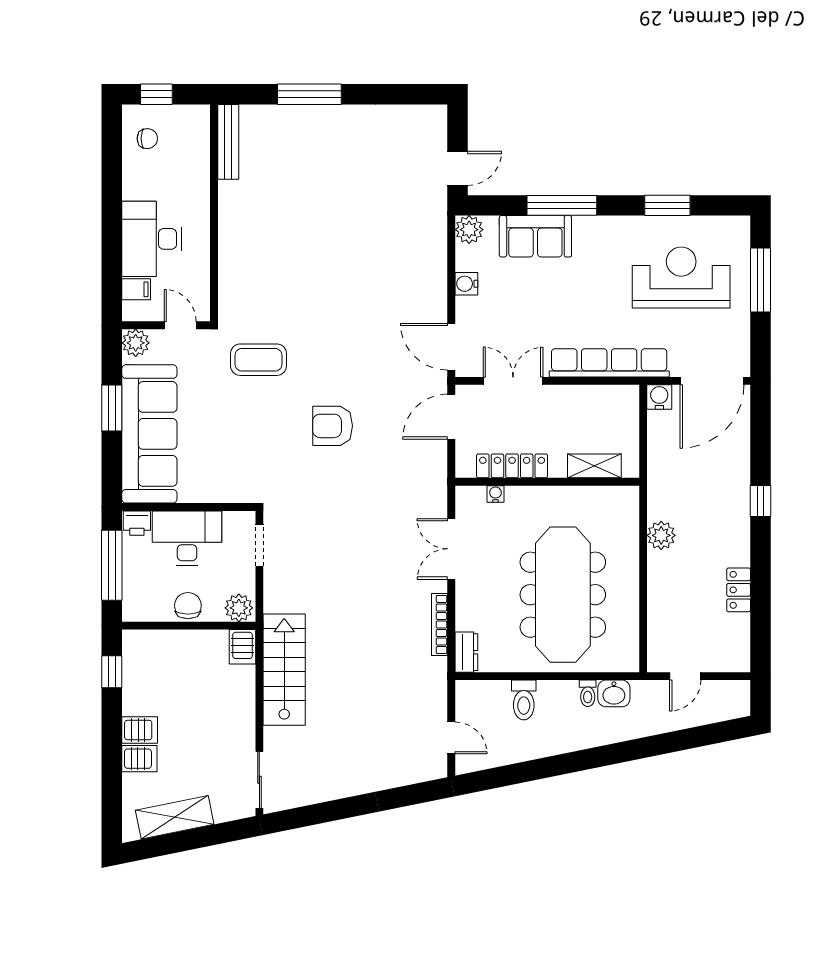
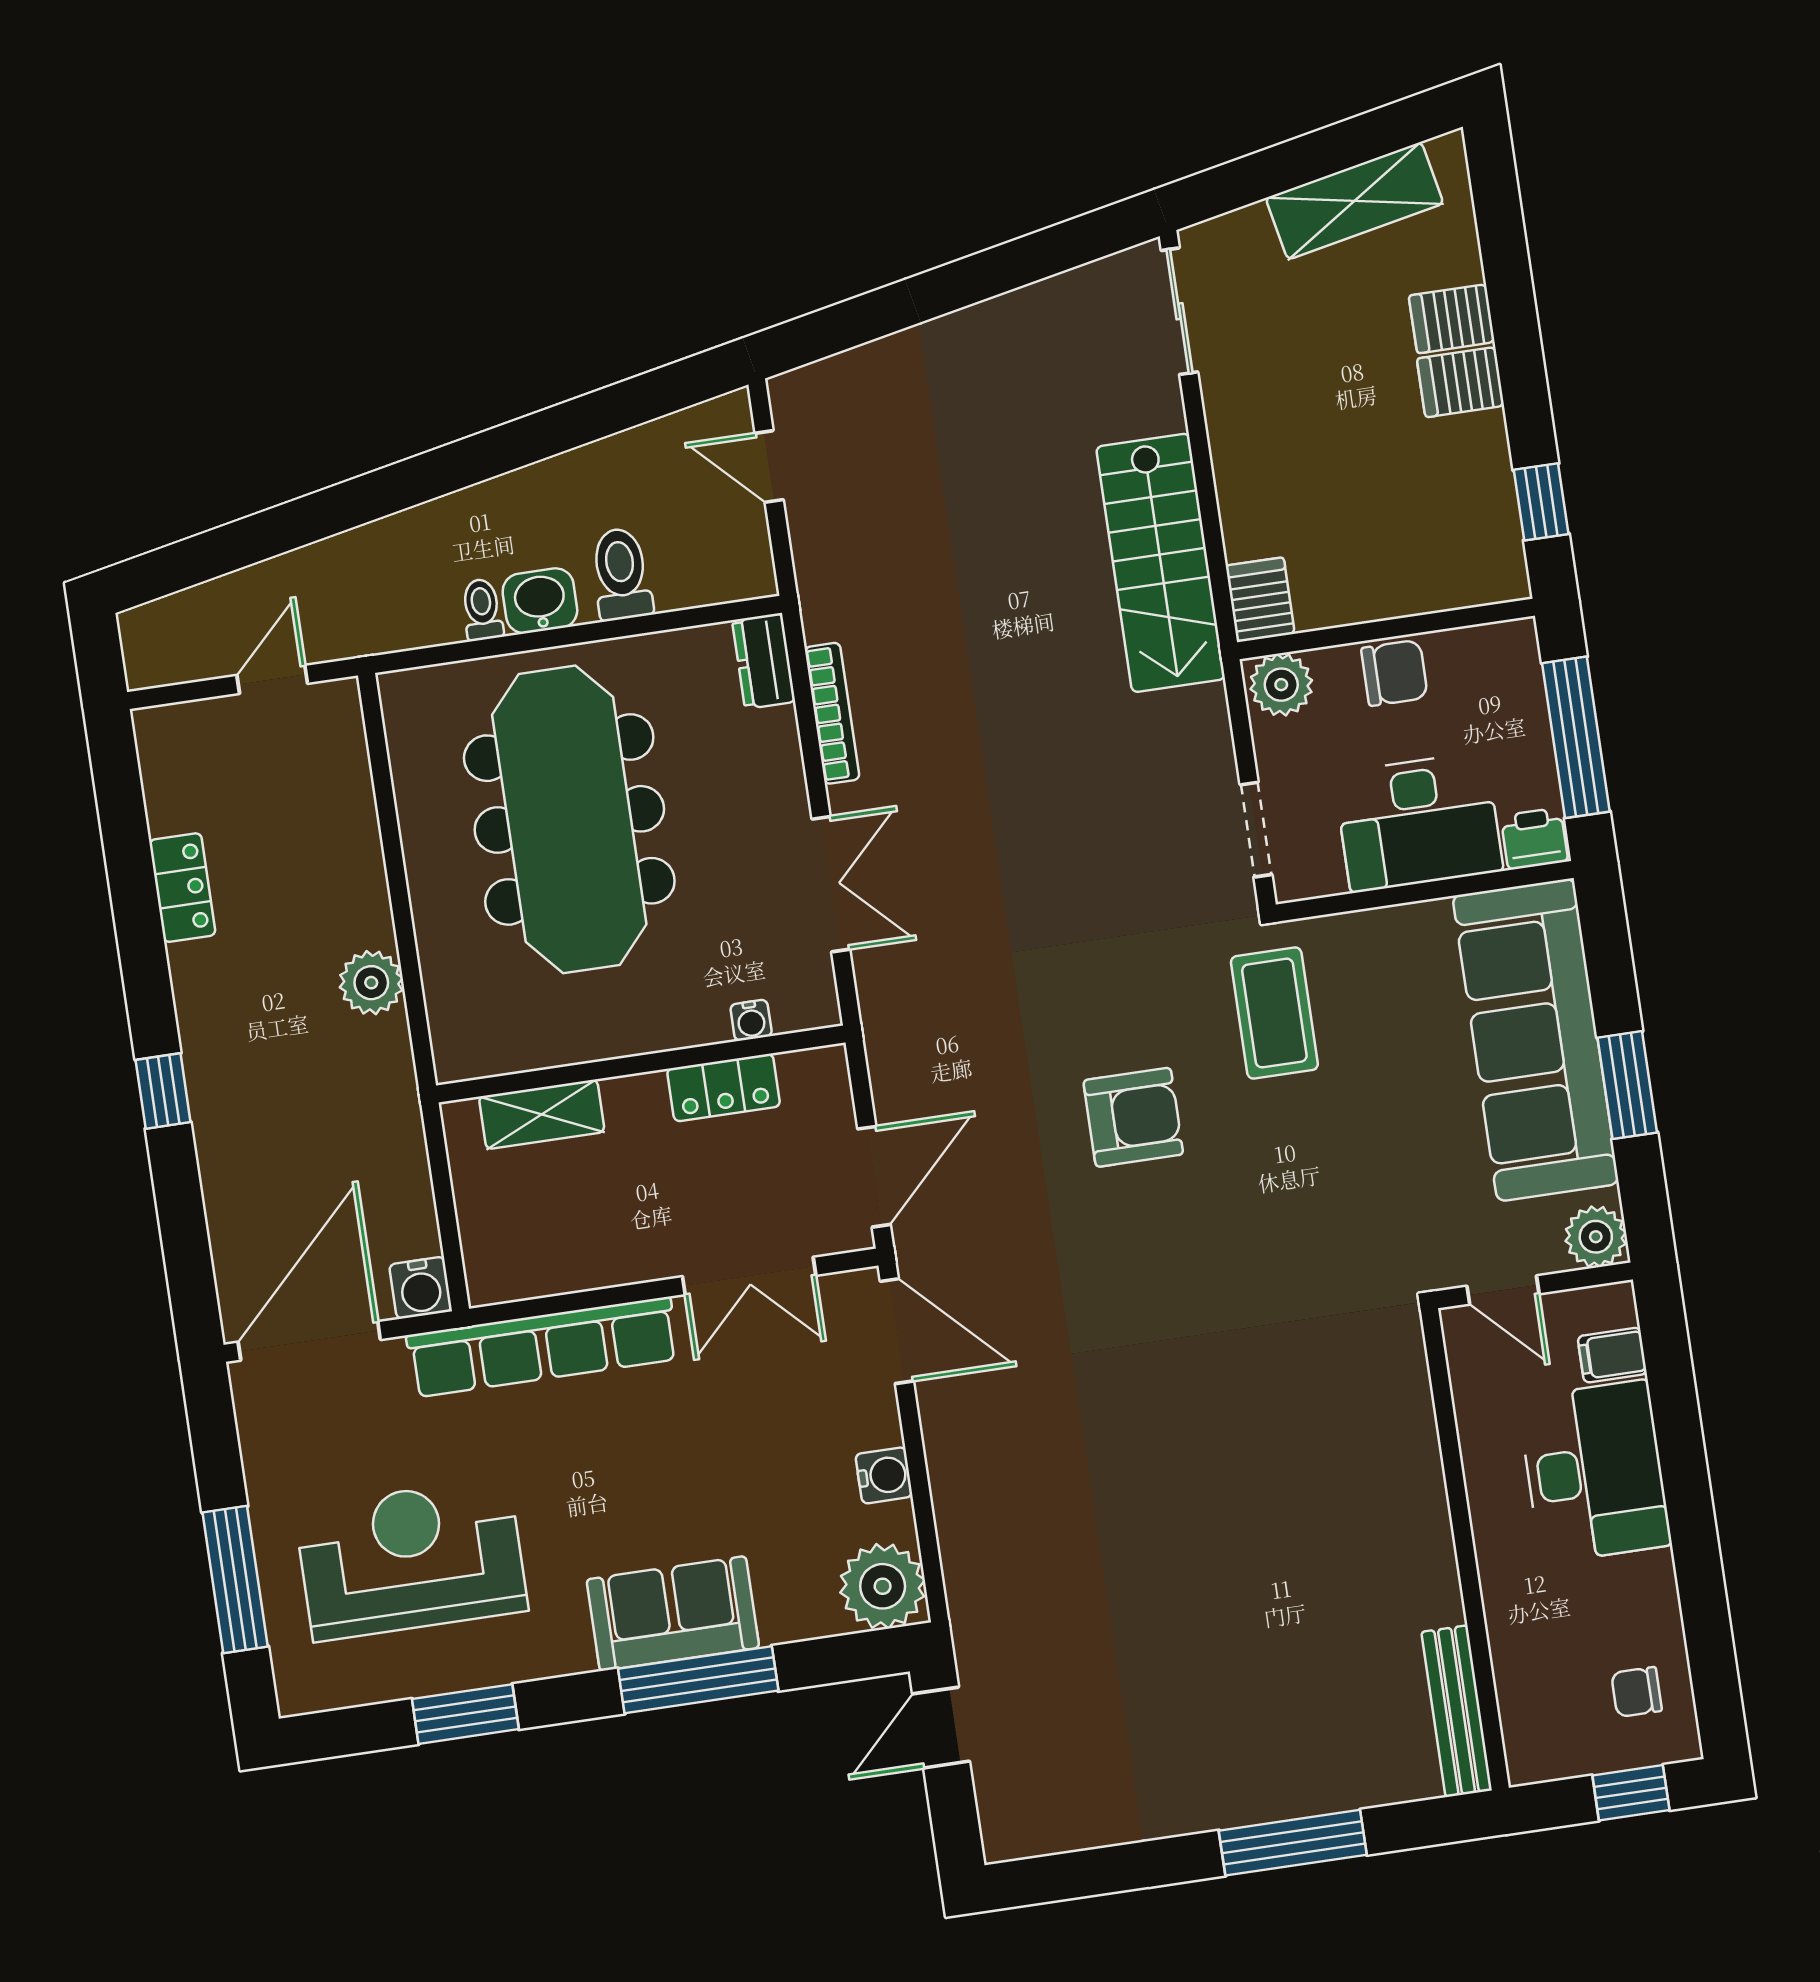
plant: (469, 230) -> (883, 1586), width x1.36, depth x1.36
sofa: (535, 236) -> (673, 1614), moved
reception desk: (681, 278) -> (411, 1559), turned 180
coffee table: (258, 360) -> (1274, 1013), moved, turned 90
locker: (512, 466) -> (724, 1088), width x0.66
chair: (188, 606) -> (1394, 673), turned -90
washbasin: (614, 693) -> (540, 601), moved

